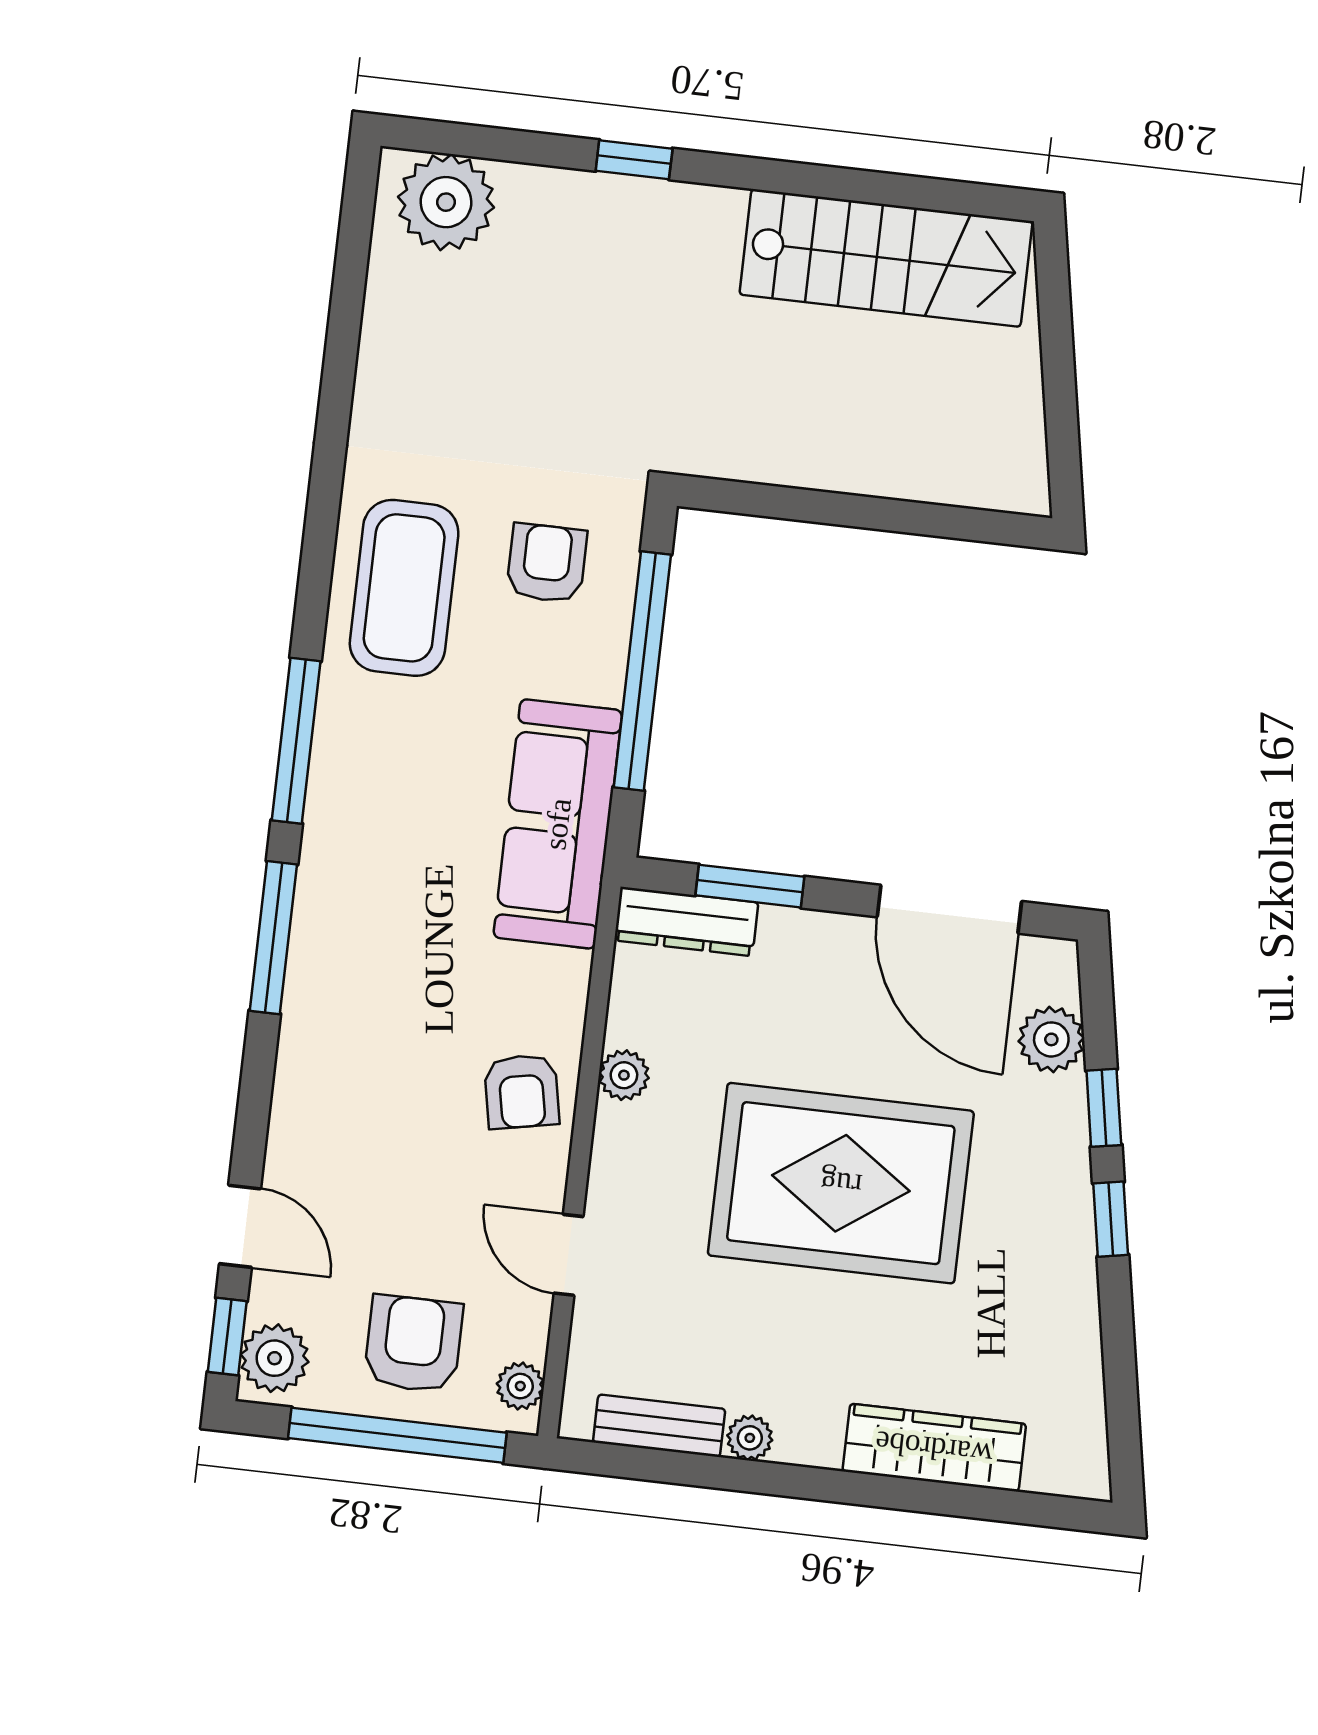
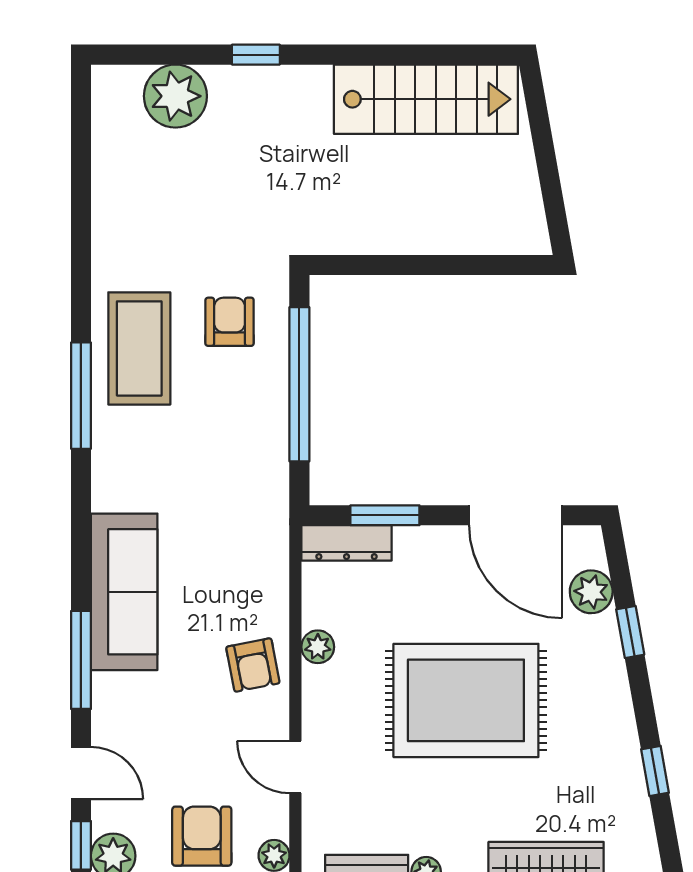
plant: (446, 202) -> (175, 96), moved
window: (296, 741) -> (81, 396), moved
sofa: (558, 824) -> (124, 592), moved, turned 180
window: (273, 938) -> (81, 660), moved
window: (1111, 1219) -> (655, 771), moved

